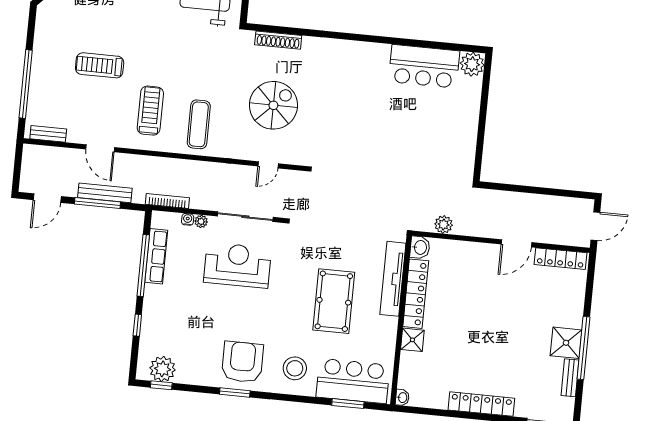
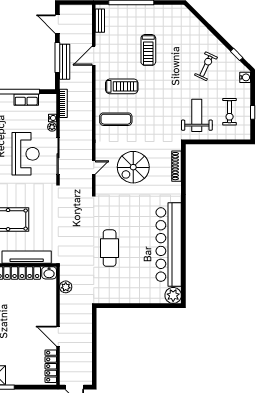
treadmill: (100, 65) -> (148, 50), turned 180
bar counter: (424, 66) -> (169, 245), width x1.86
spiral stairs: (273, 105) -> (133, 167), turned 90
cafe table: (392, 153) -> (110, 248), added
door: (268, 165) -> (94, 168), swing flipped
row of seats: (156, 256) -> (26, 100), width x0.68

